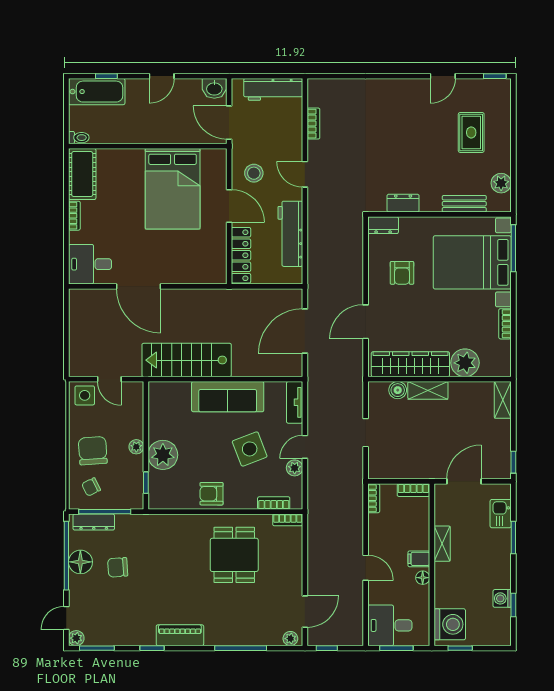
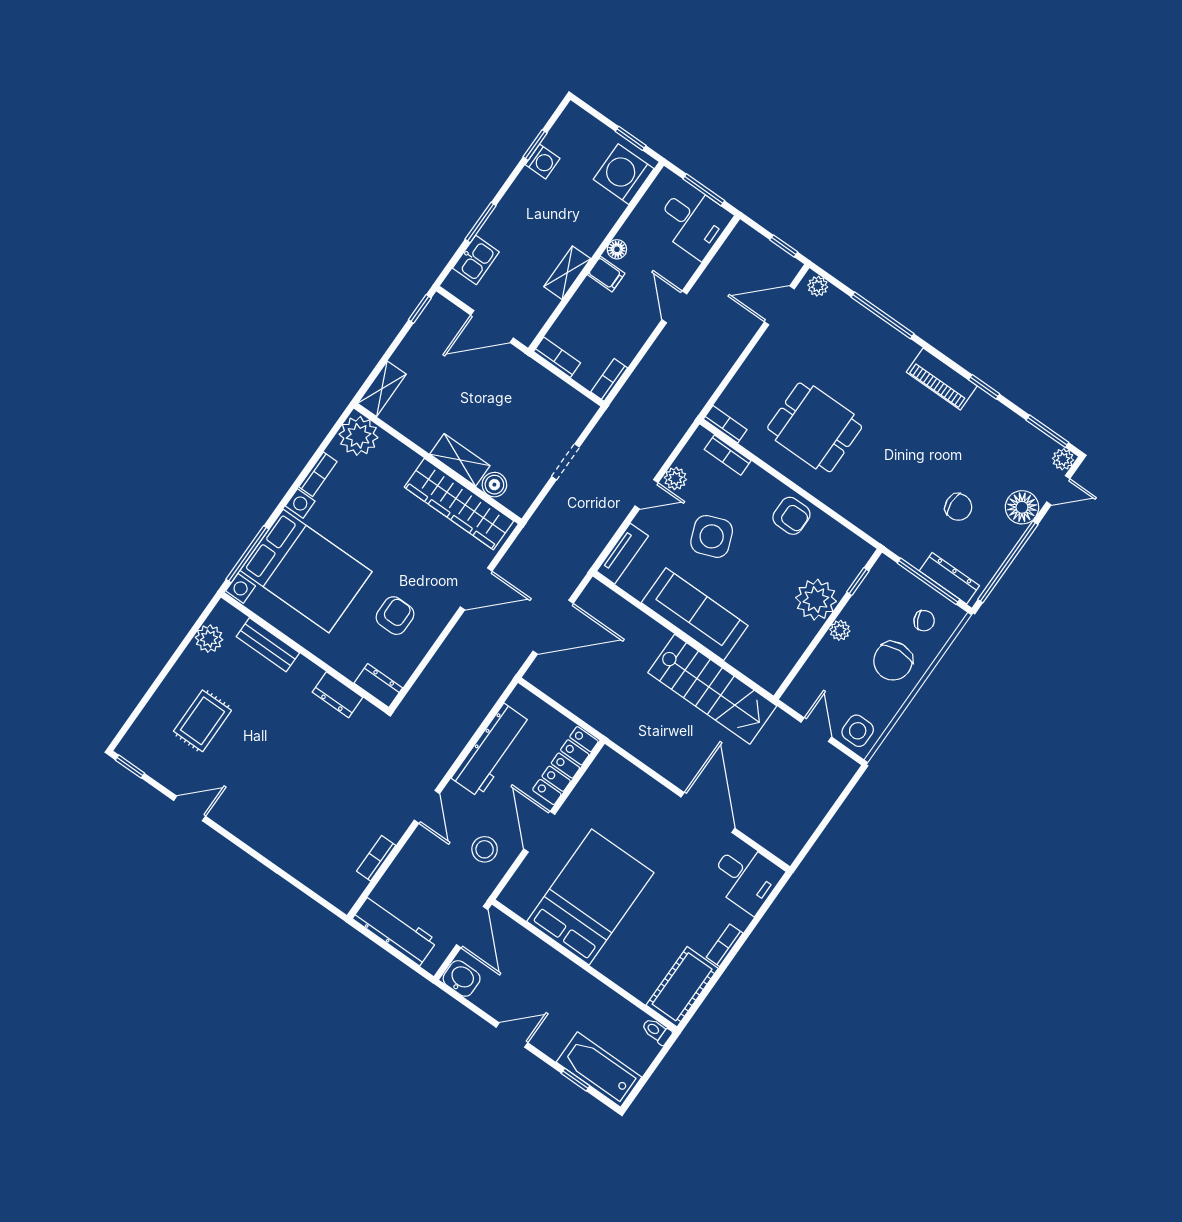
plant: (465, 363) -> (359, 436), moved
dining table: (234, 555) -> (815, 427), turned 90
floor lamp: (80, 562) -> (1022, 507), moved

